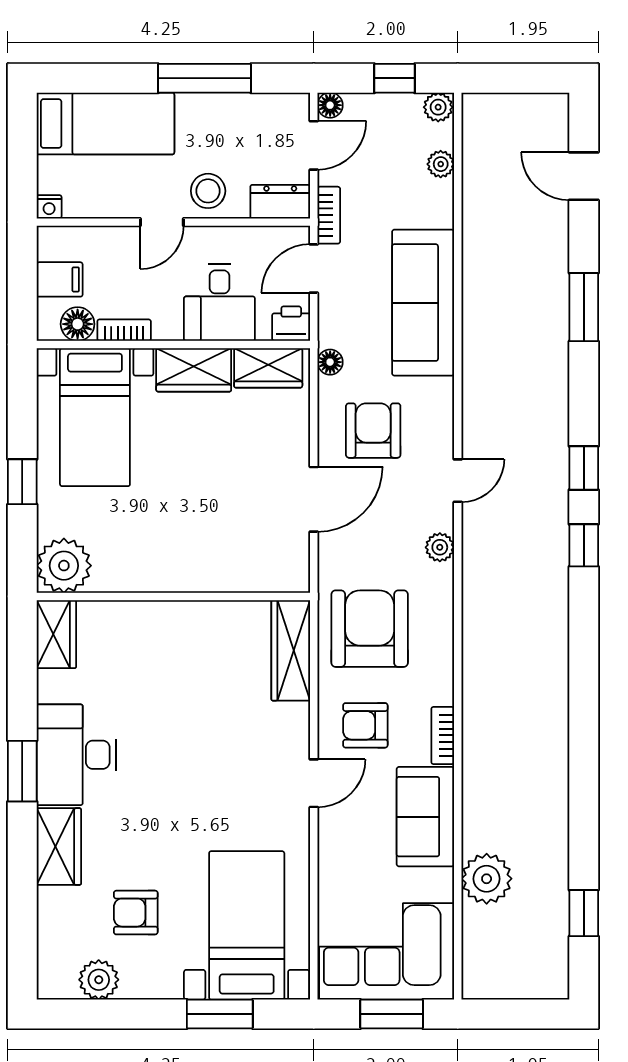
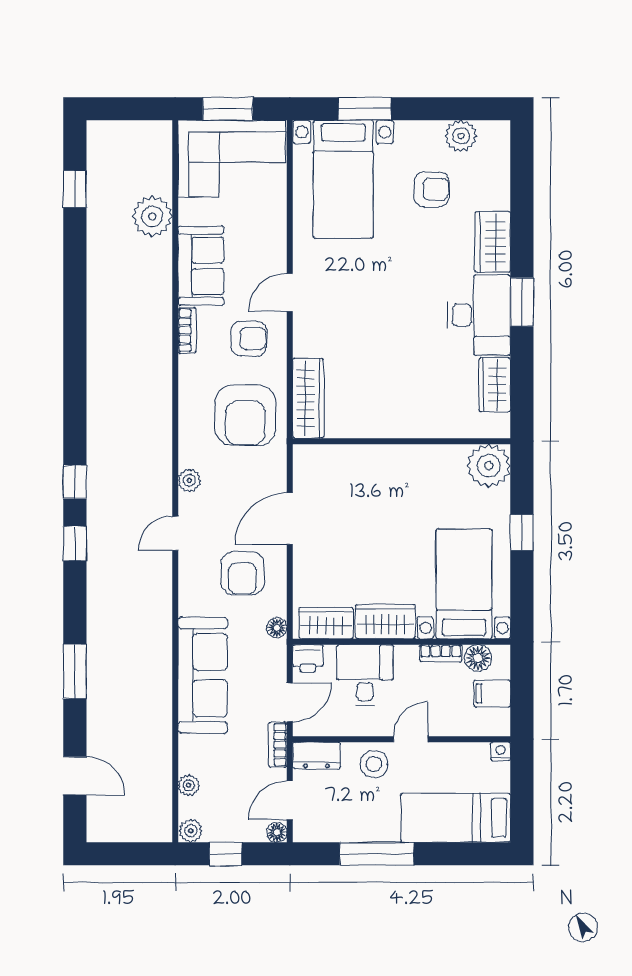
wardrobe: (56, 634) -> (495, 385), moved

